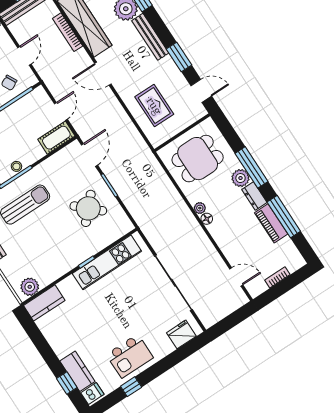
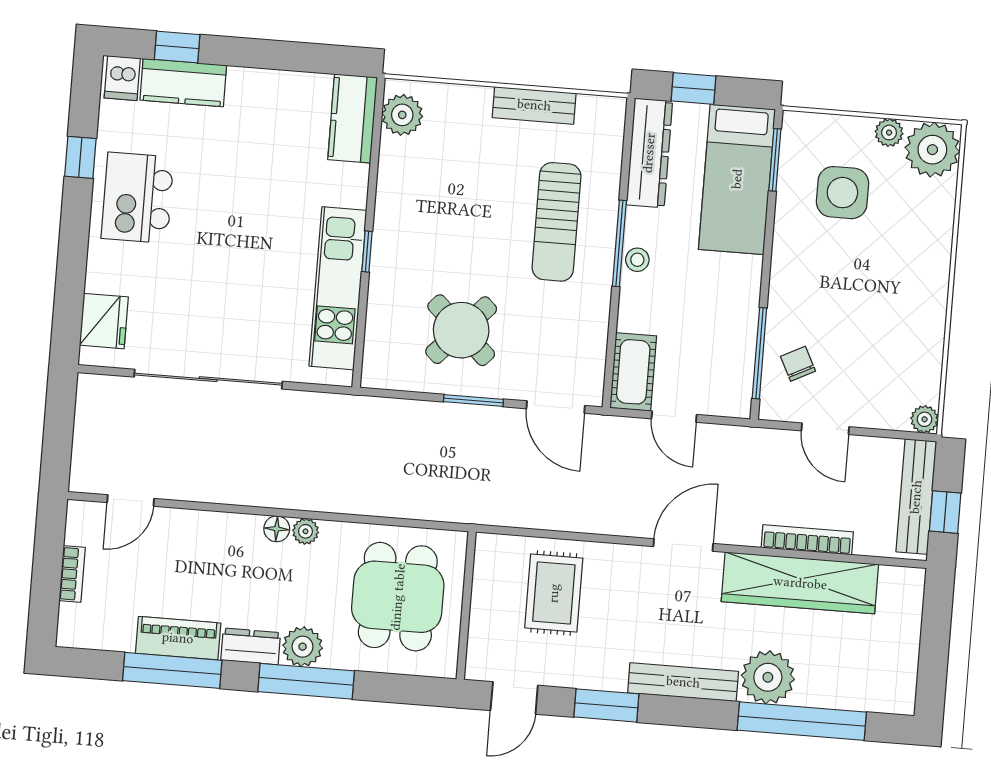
rug: (154, 106) -> (554, 593), turned 90

